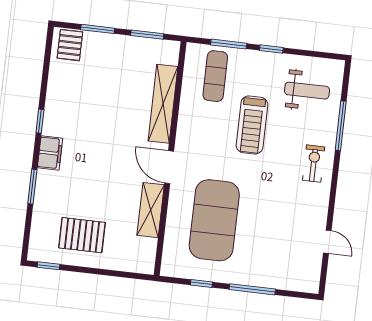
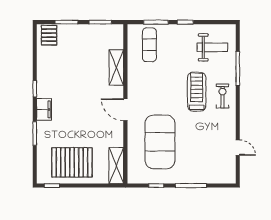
shelving: (163, 104) -> (116, 67), width x0.68
treadmill: (252, 125) -> (197, 92), moved, turned 180
shelving: (151, 210) -> (116, 166), moved
pallet: (82, 235) -> (72, 162), width x1.37, depth x1.41

